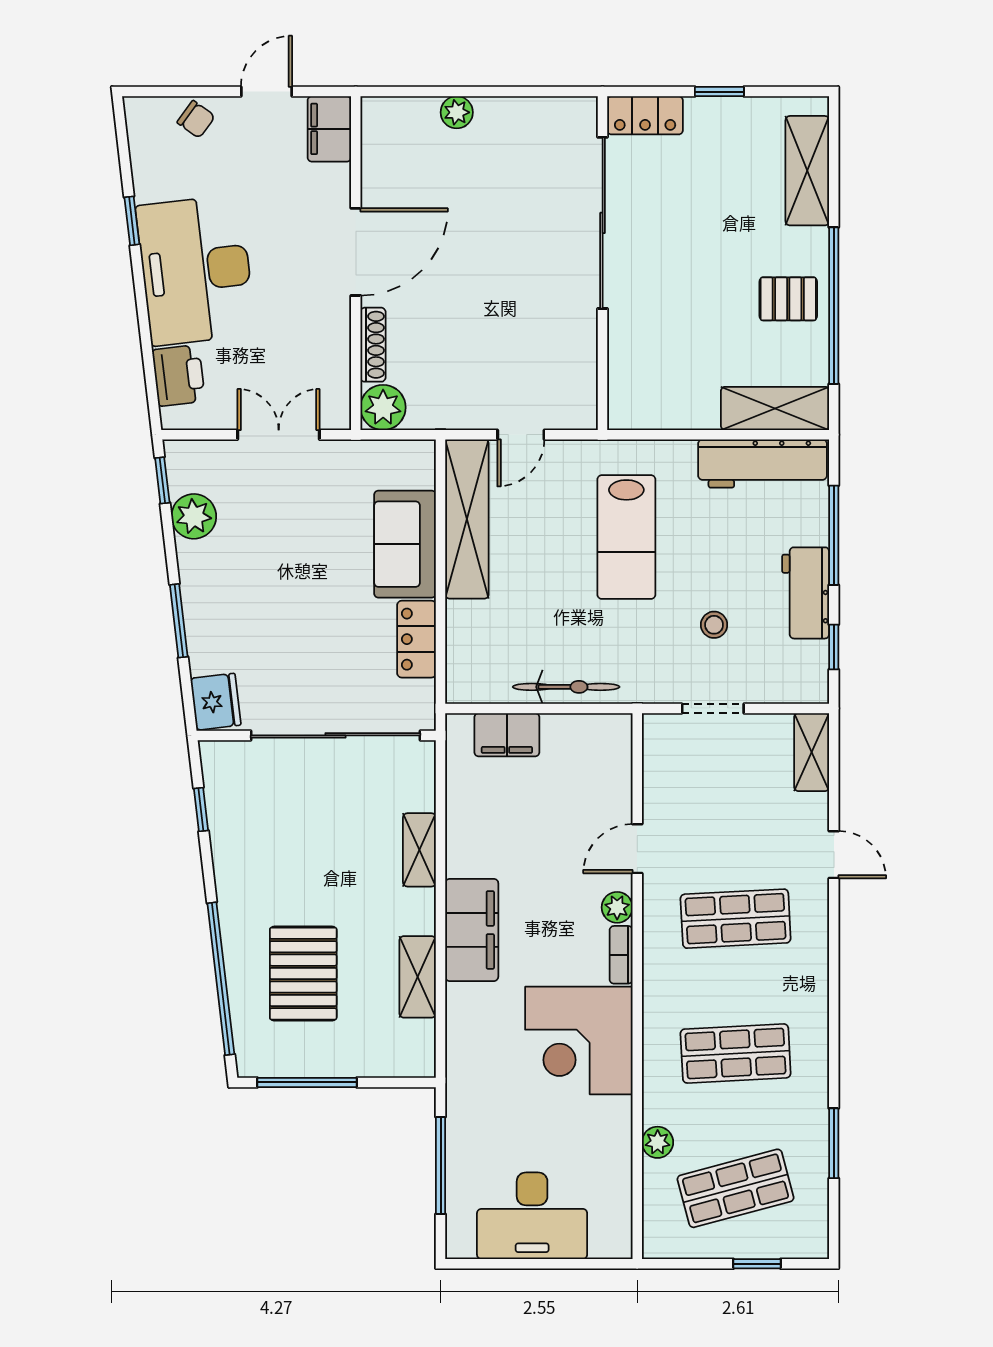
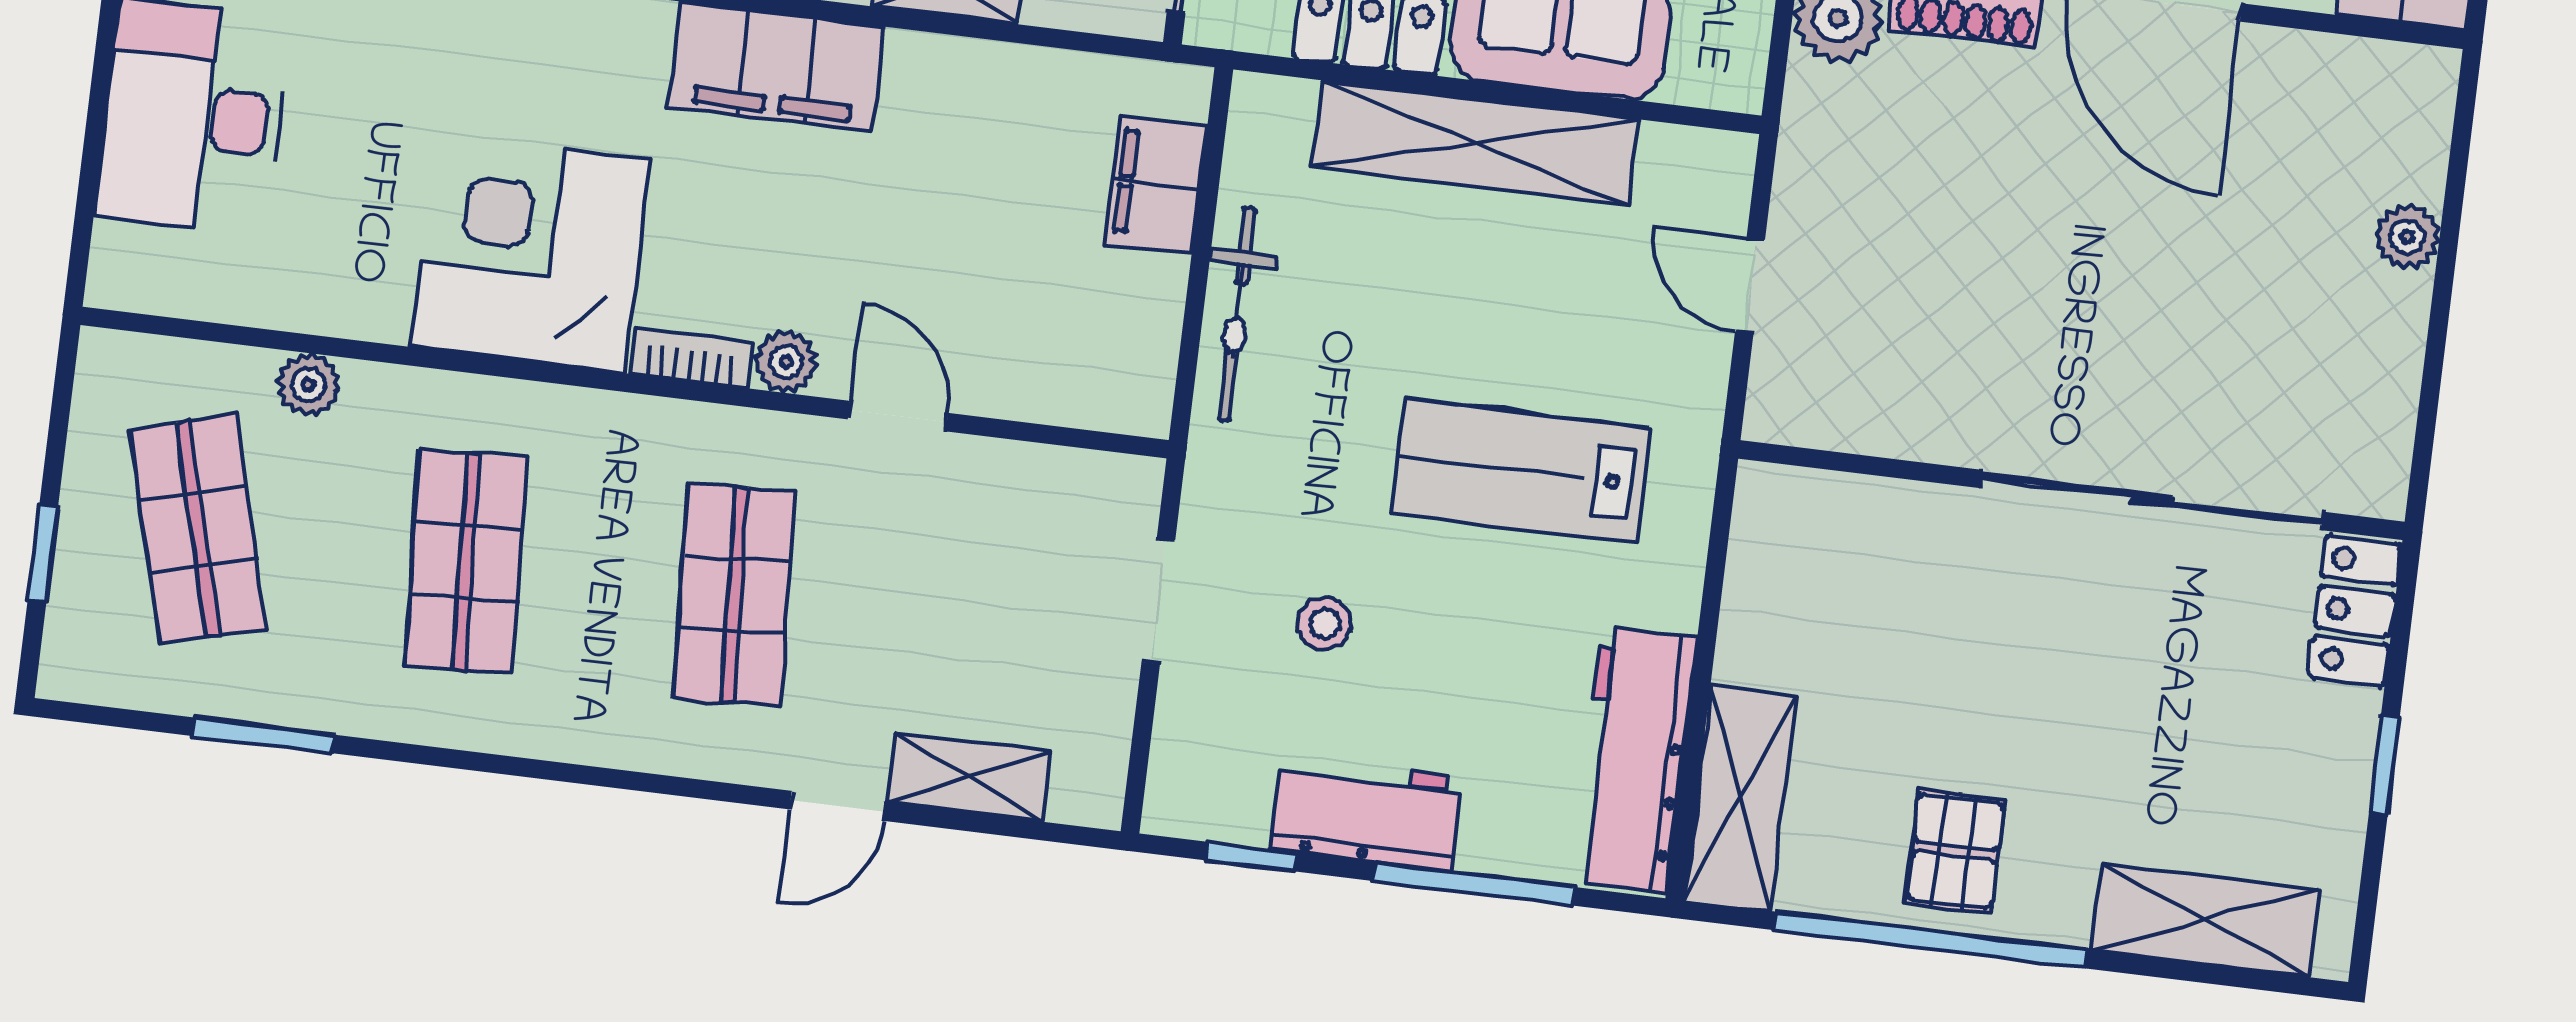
shelving: (467, 519) -> (1475, 143), moved
shelving: (812, 752) -> (969, 777), moved

